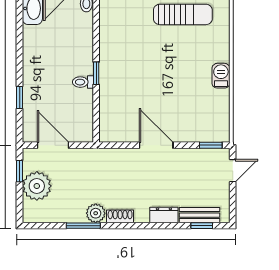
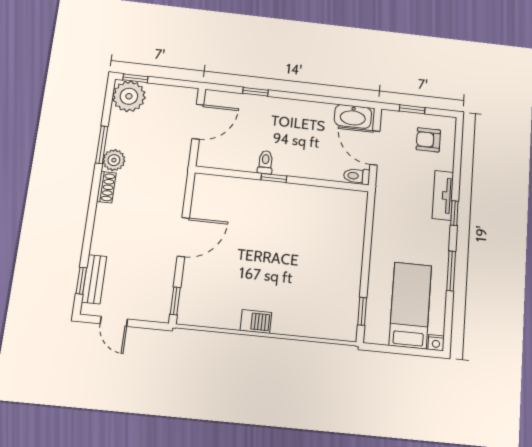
sun lounger: (183, 14) -> (332, 284), removed
window: (20, 171) -> (135, 78), moved
door: (233, 171) -> (114, 321), moved
plant: (37, 186) -> (129, 96), moved
dresser: (164, 215) -> (100, 238), removed

